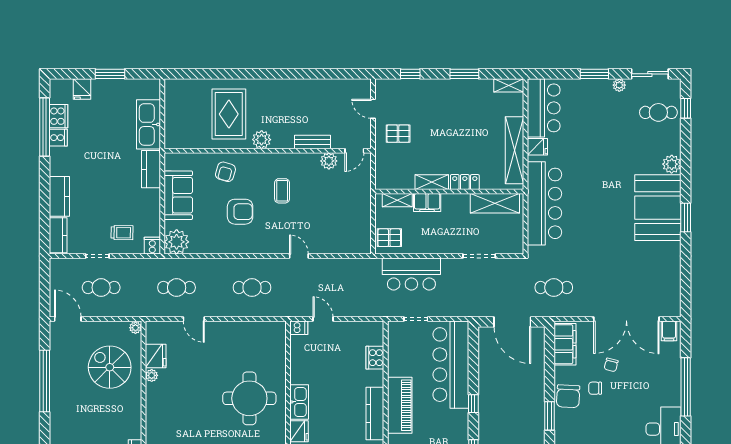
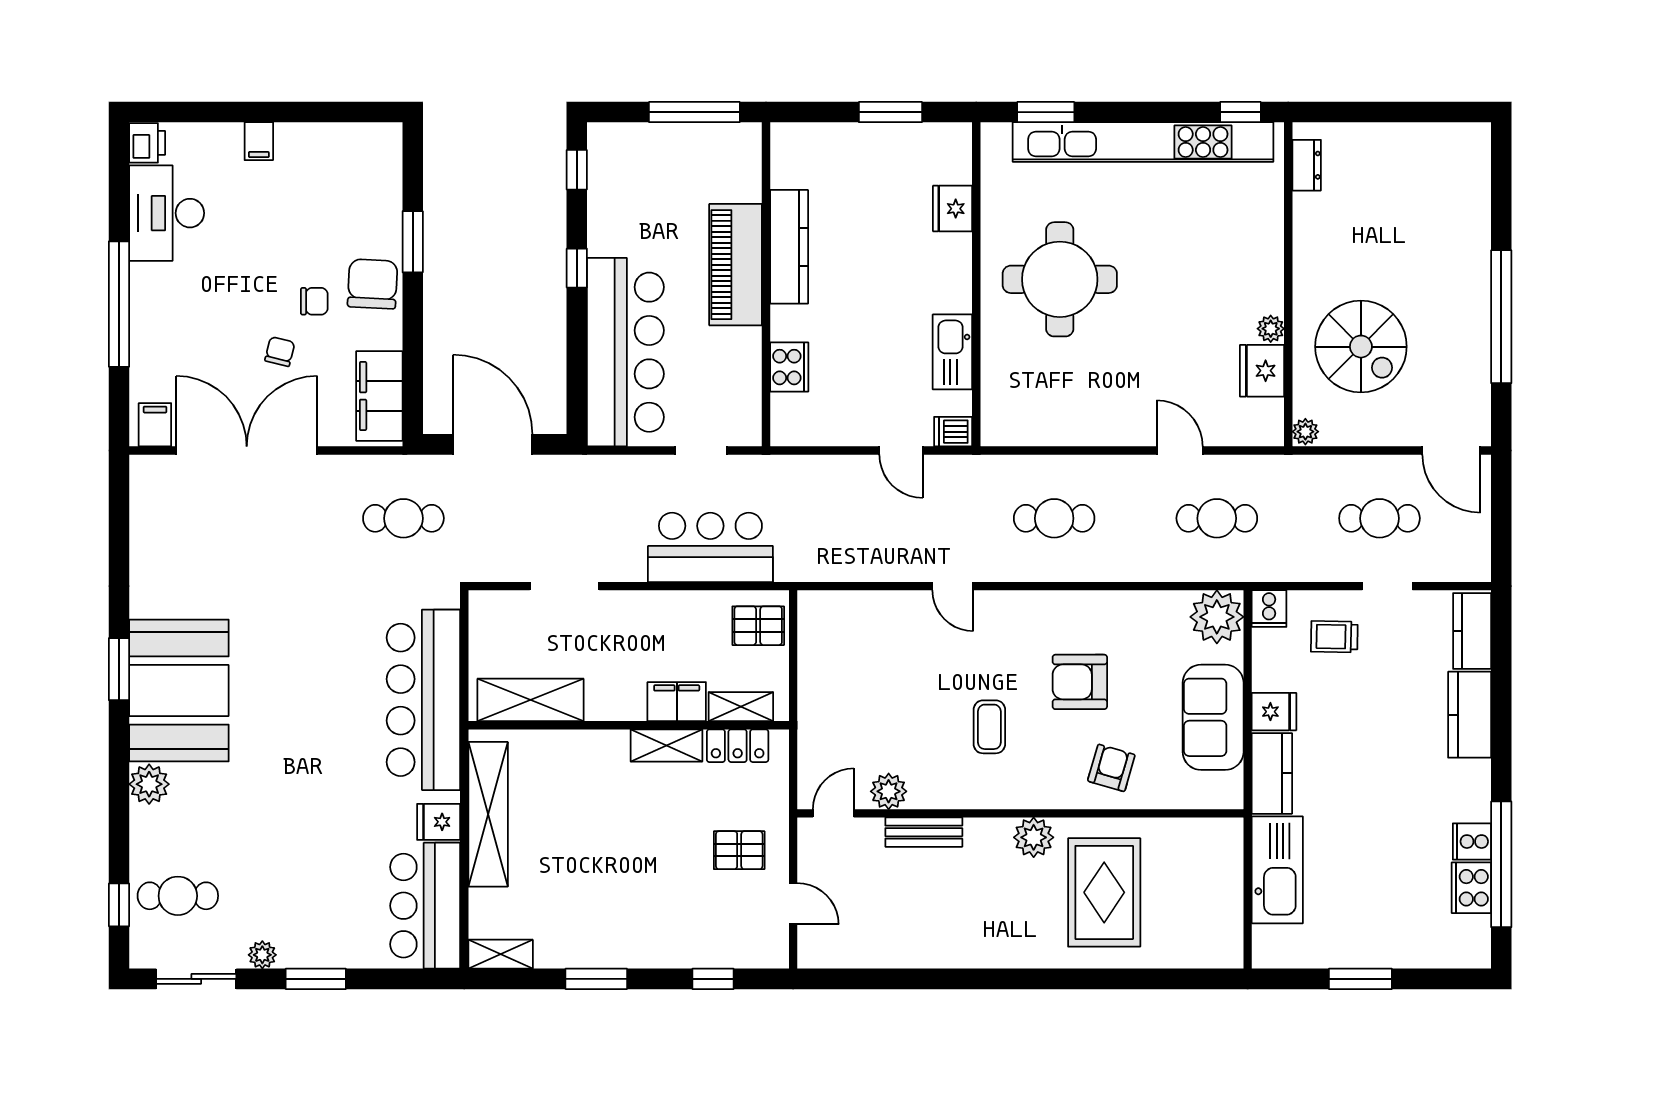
fridge: (82, 89) -> (1274, 712), moved, turned 90
locker: (465, 182) -> (738, 746), moved
kitchen sink: (299, 402) -> (952, 352), moved

